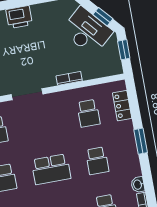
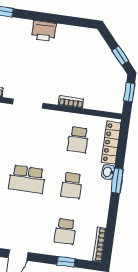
desk: (87, 31) -> (101, 64), removed
locker: (122, 106) -> (111, 143), width x1.53
washbasin: (138, 185) -> (108, 172), moved

